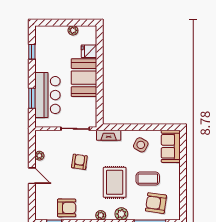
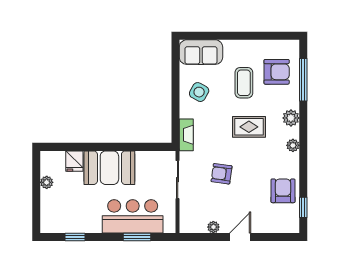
rug: (115, 182) -> (249, 127), width x0.73, depth x0.70
armchair: (156, 203) -> (277, 72), turned -98

